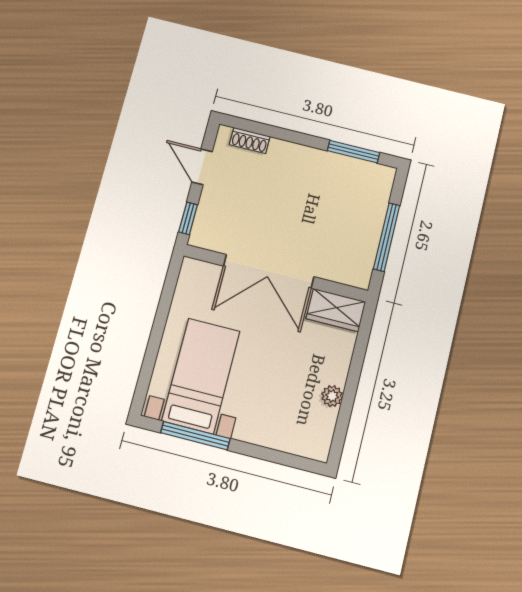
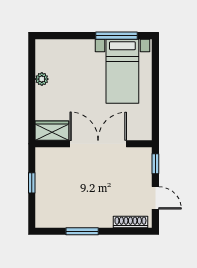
shoe rack: (250, 140) -> (130, 222), width x1.43
window: (353, 152) -> (82, 231), moved
window: (387, 237) -> (32, 183), width x0.46

